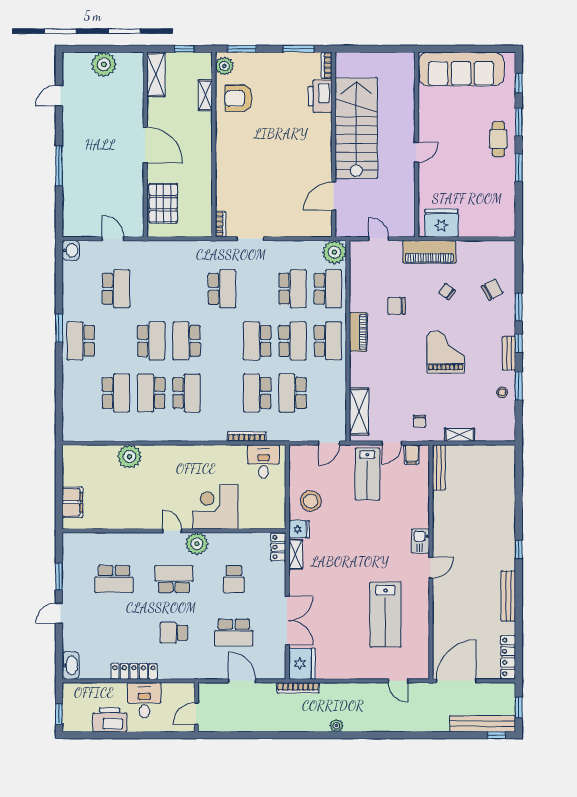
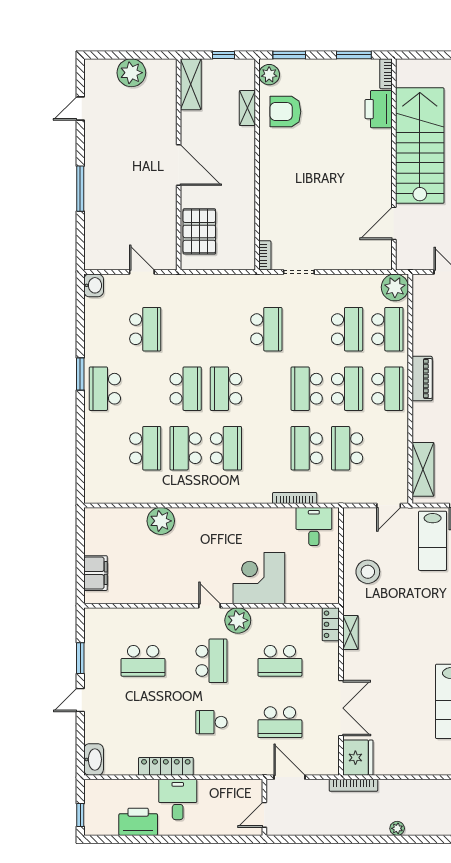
fridge: (299, 529) -> (355, 604), removed
school desk: (174, 579) -> (211, 661), turned 90
school desk: (234, 579) -> (280, 661), width x1.85
wall: (196, 707) -> (264, 807), moved
door: (196, 714) -> (264, 815), moved

